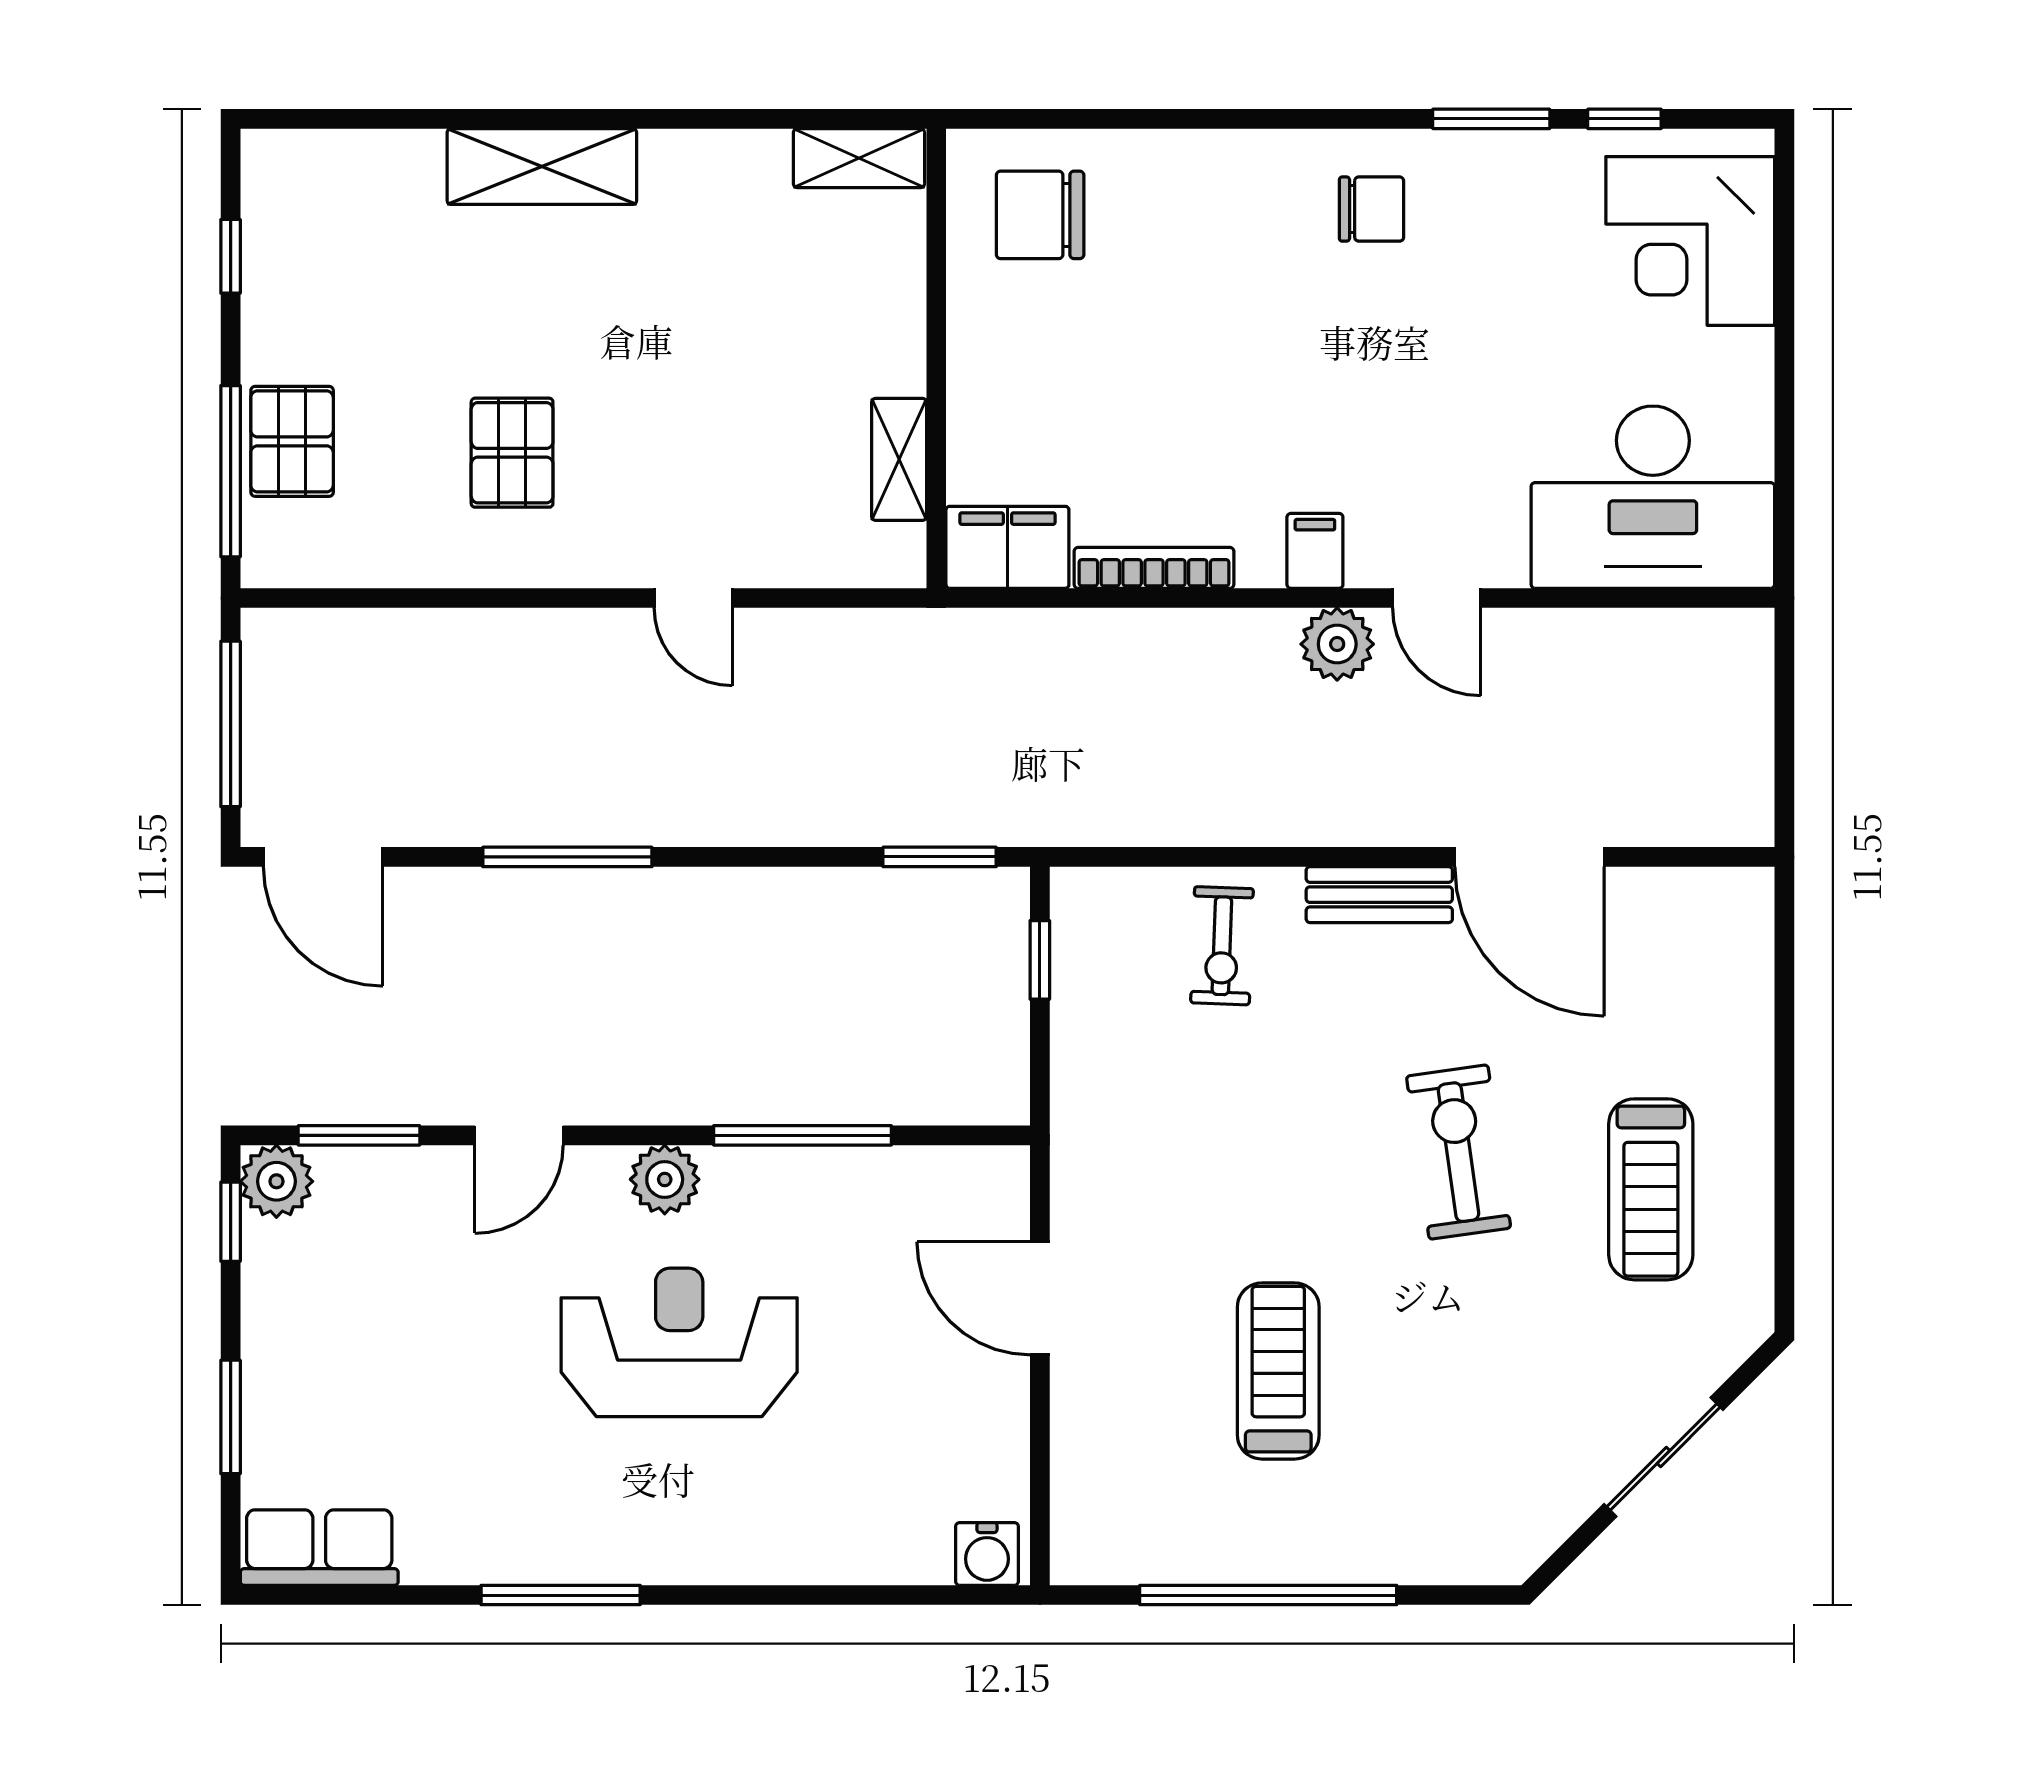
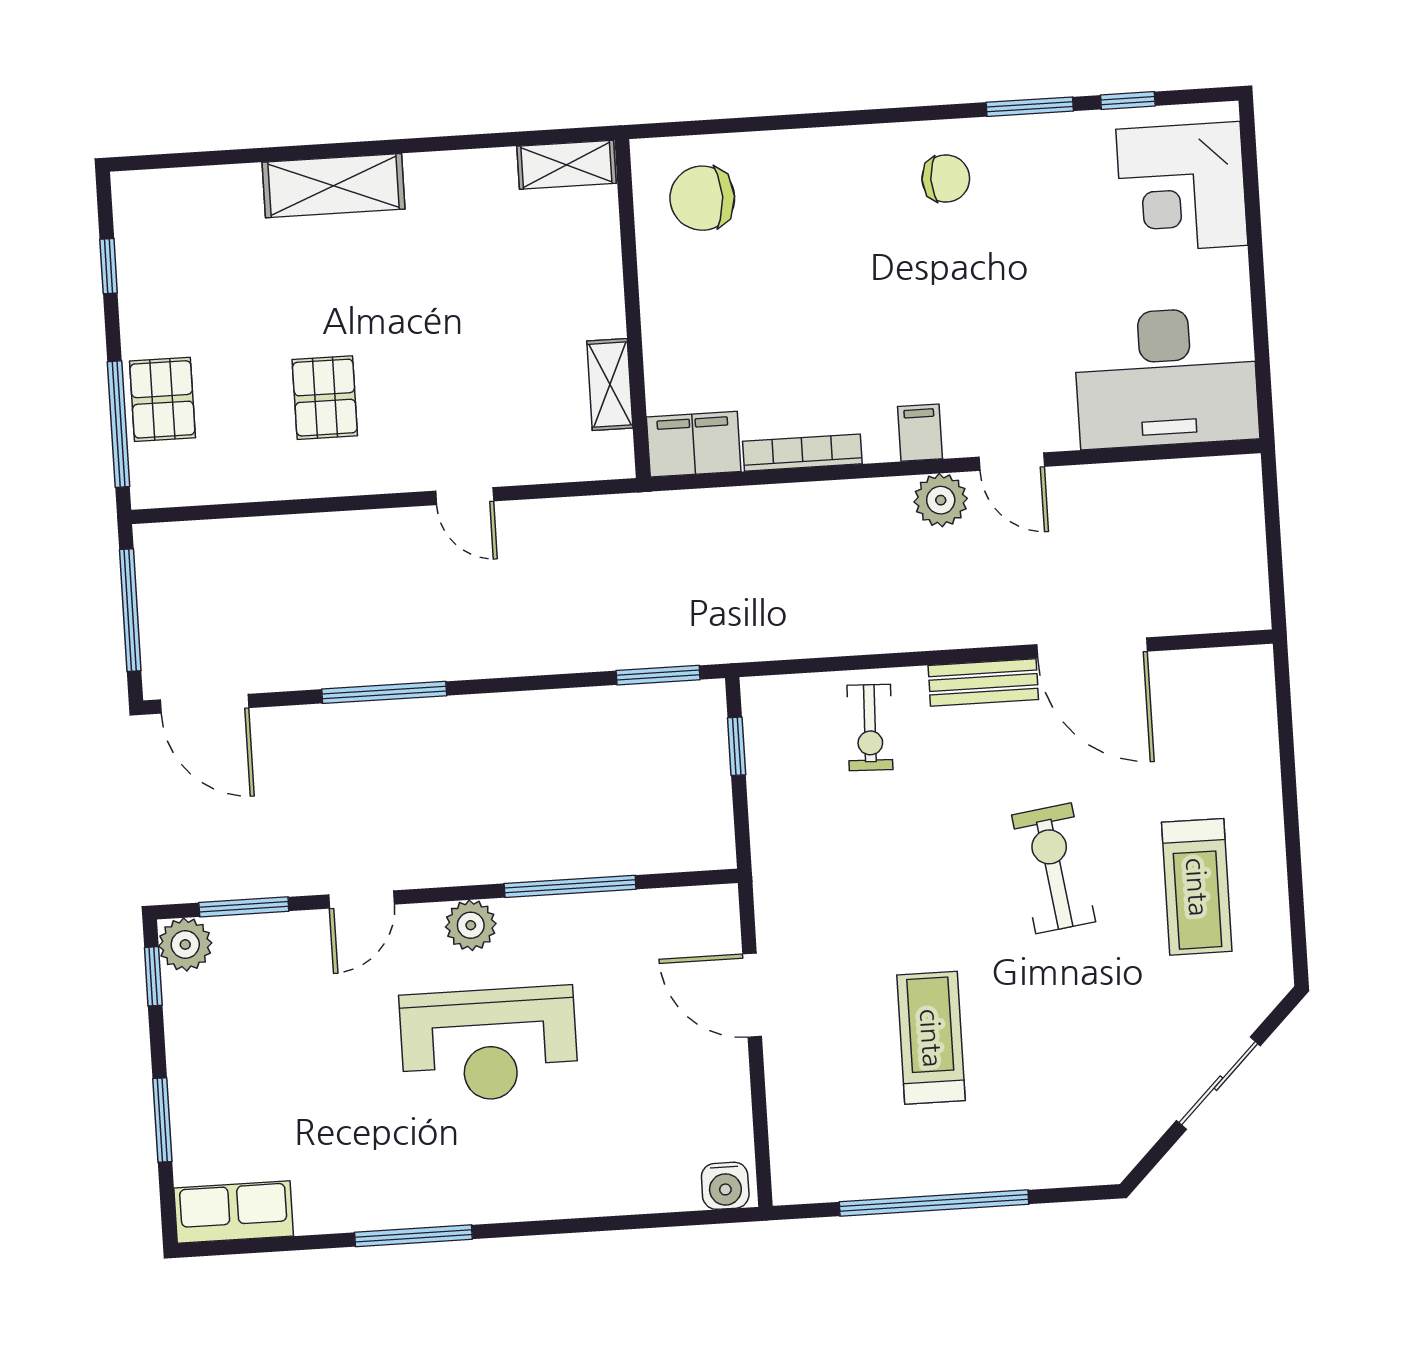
reception desk: (679, 1342) -> (489, 1044), turned 180

